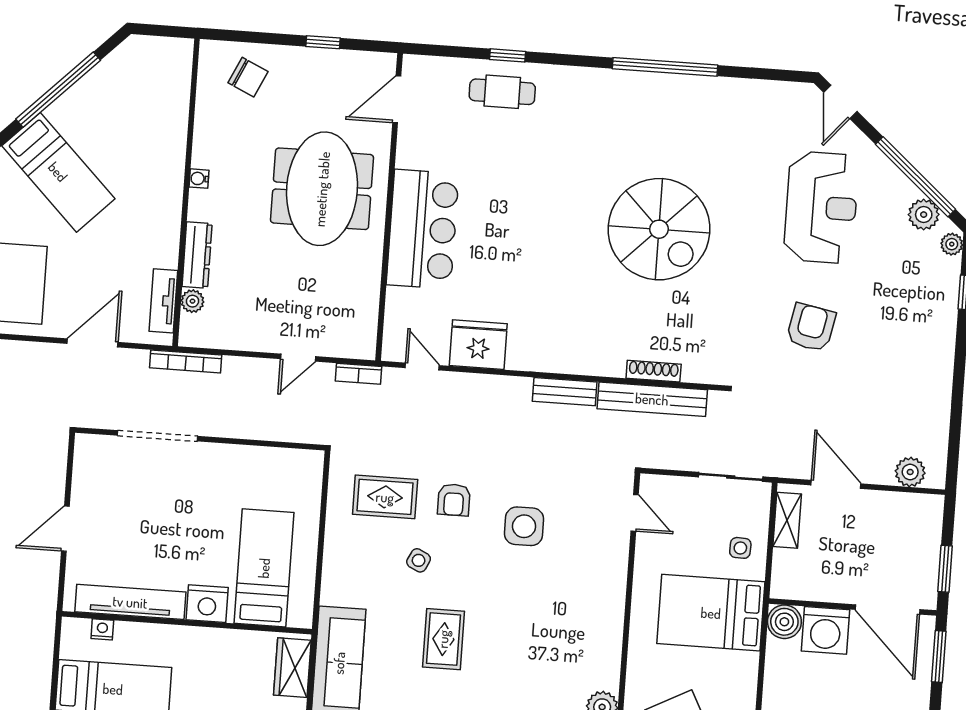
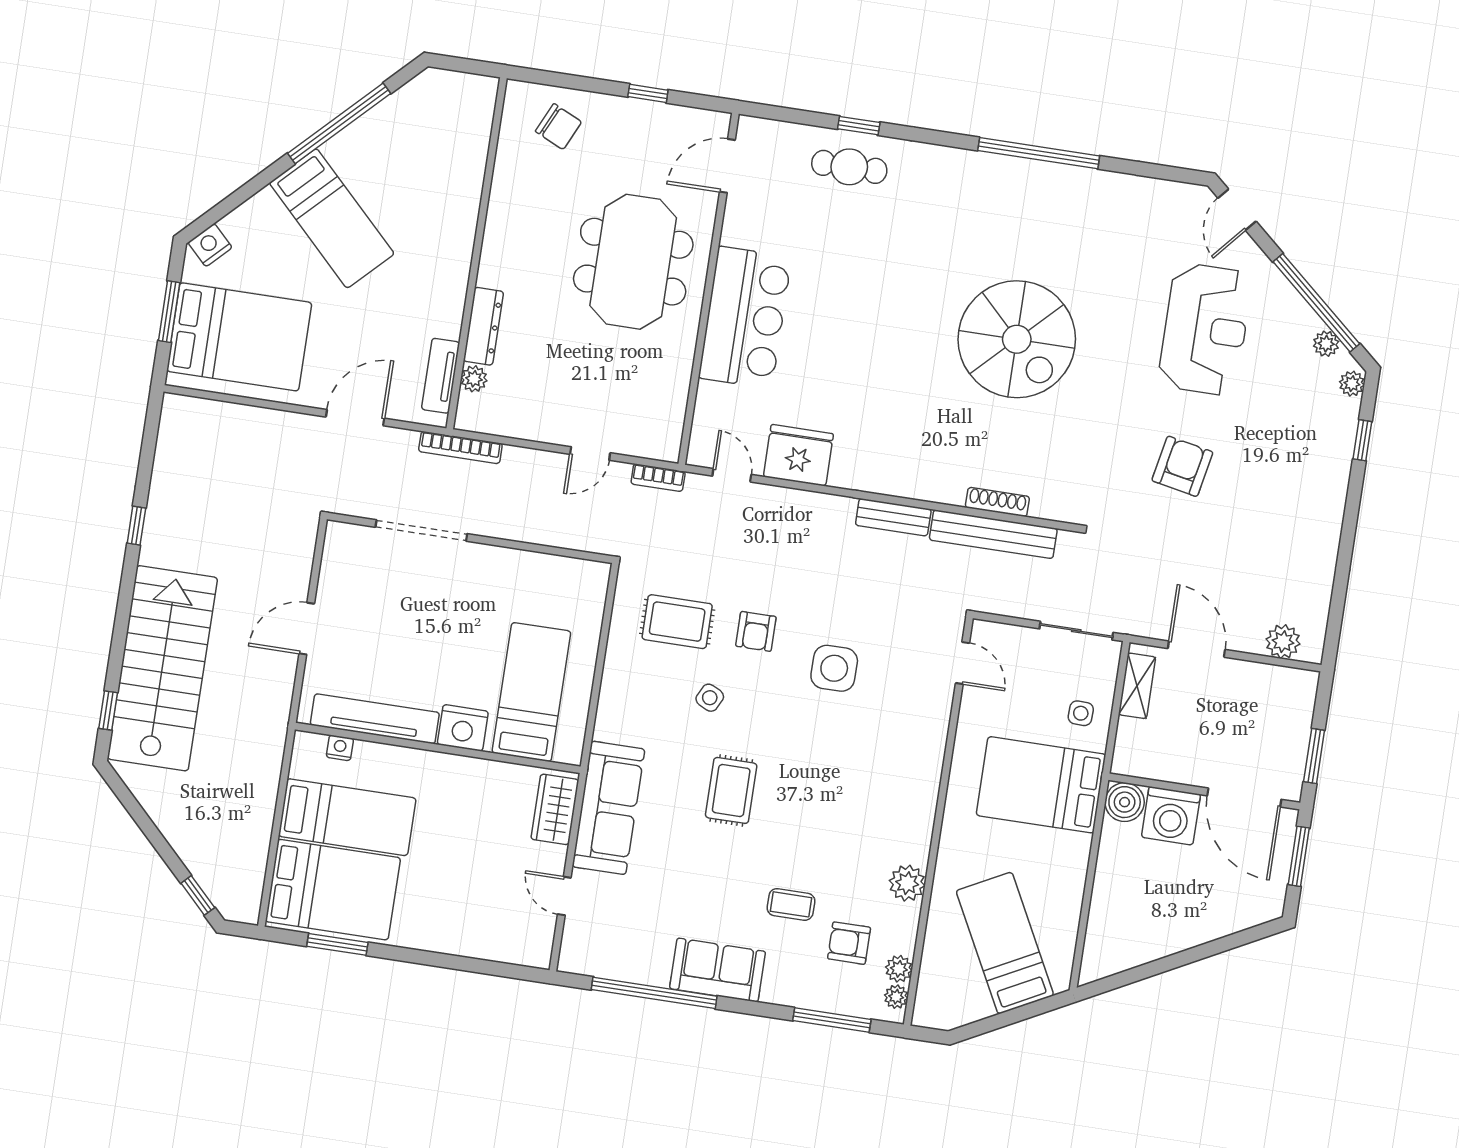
water cooler: (199, 179) -> (493, 239), removed
plant: (924, 215) -> (1326, 344), width x0.73, depth x0.73

